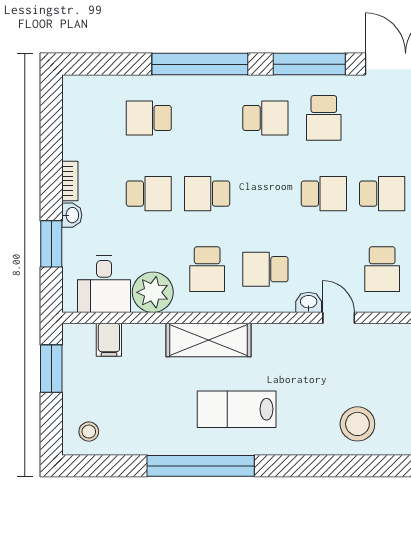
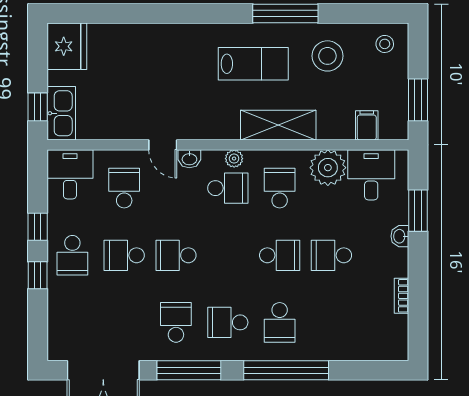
school desk: (149, 118) -> (280, 322), moved, turned 90
bookcase: (70, 181) -> (402, 296), moved
plant: (258, 302) -> (234, 159), added
stool: (357, 424) -> (327, 56), moved
window: (201, 466) -> (285, 13), width x0.68

